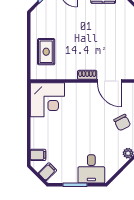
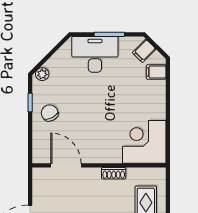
shoe rack: (87, 75) -> (114, 173), moved
desk: (91, 169) -> (95, 54), width x1.37

